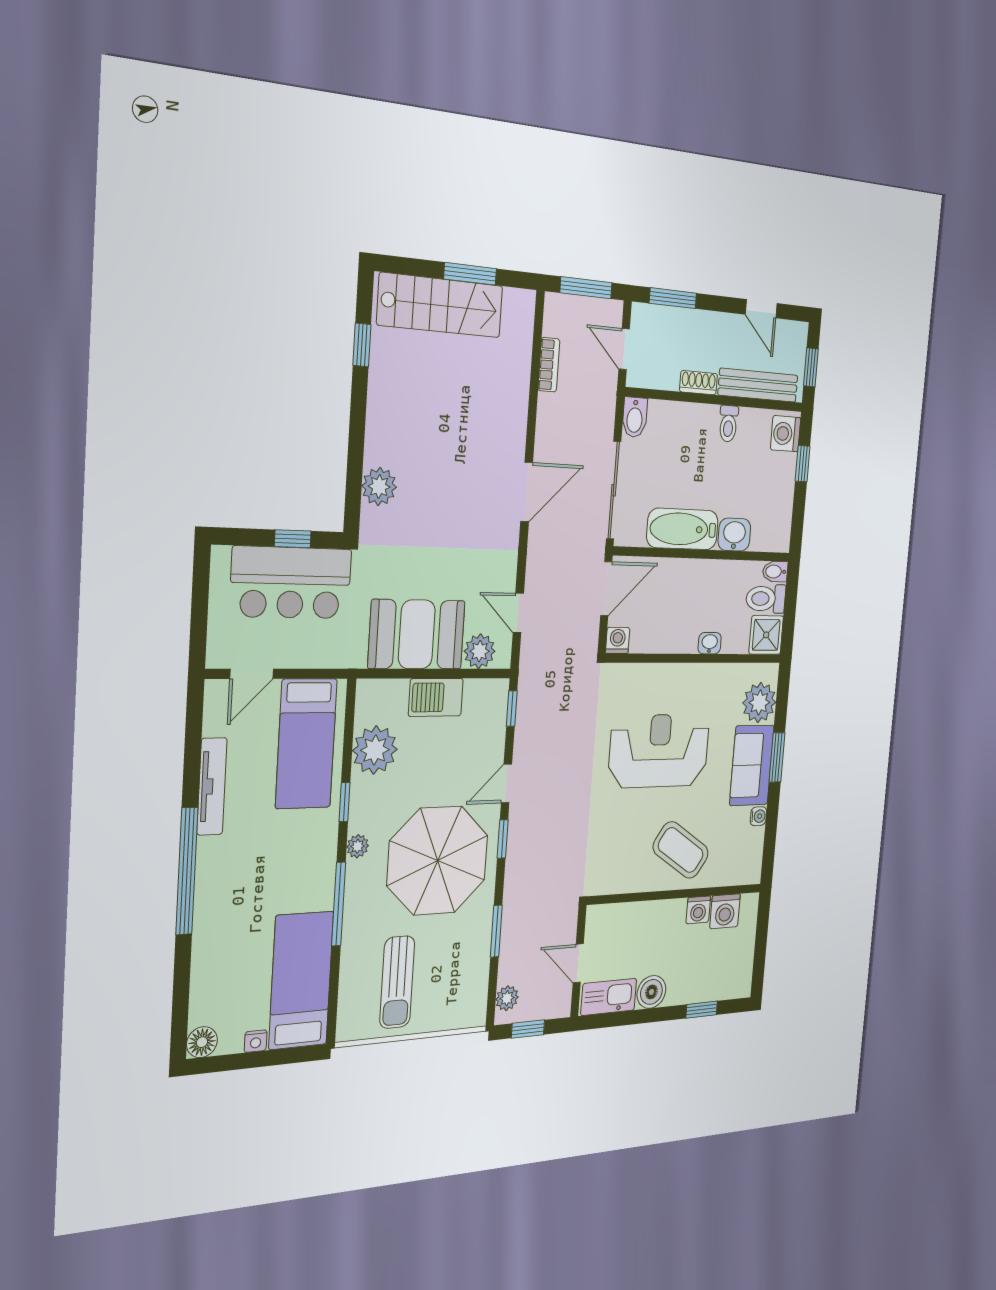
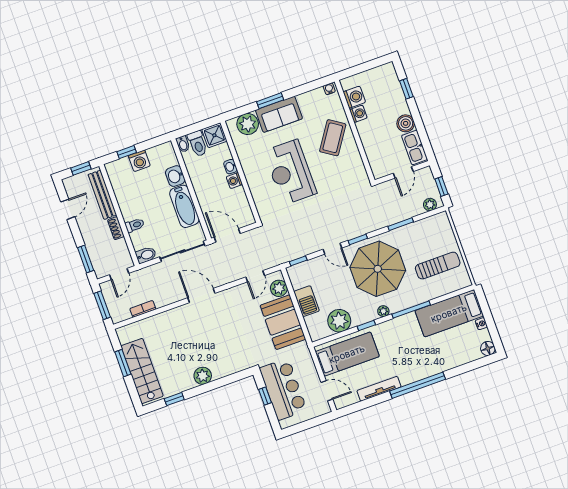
toilet: (728, 424) -> (135, 225), moved
washing machine: (786, 434) -> (139, 161), moved
plant: (379, 487) -> (203, 376), moved
washing machine: (618, 640) -> (234, 181), moved
water cooler: (758, 816) -> (329, 89), moved

